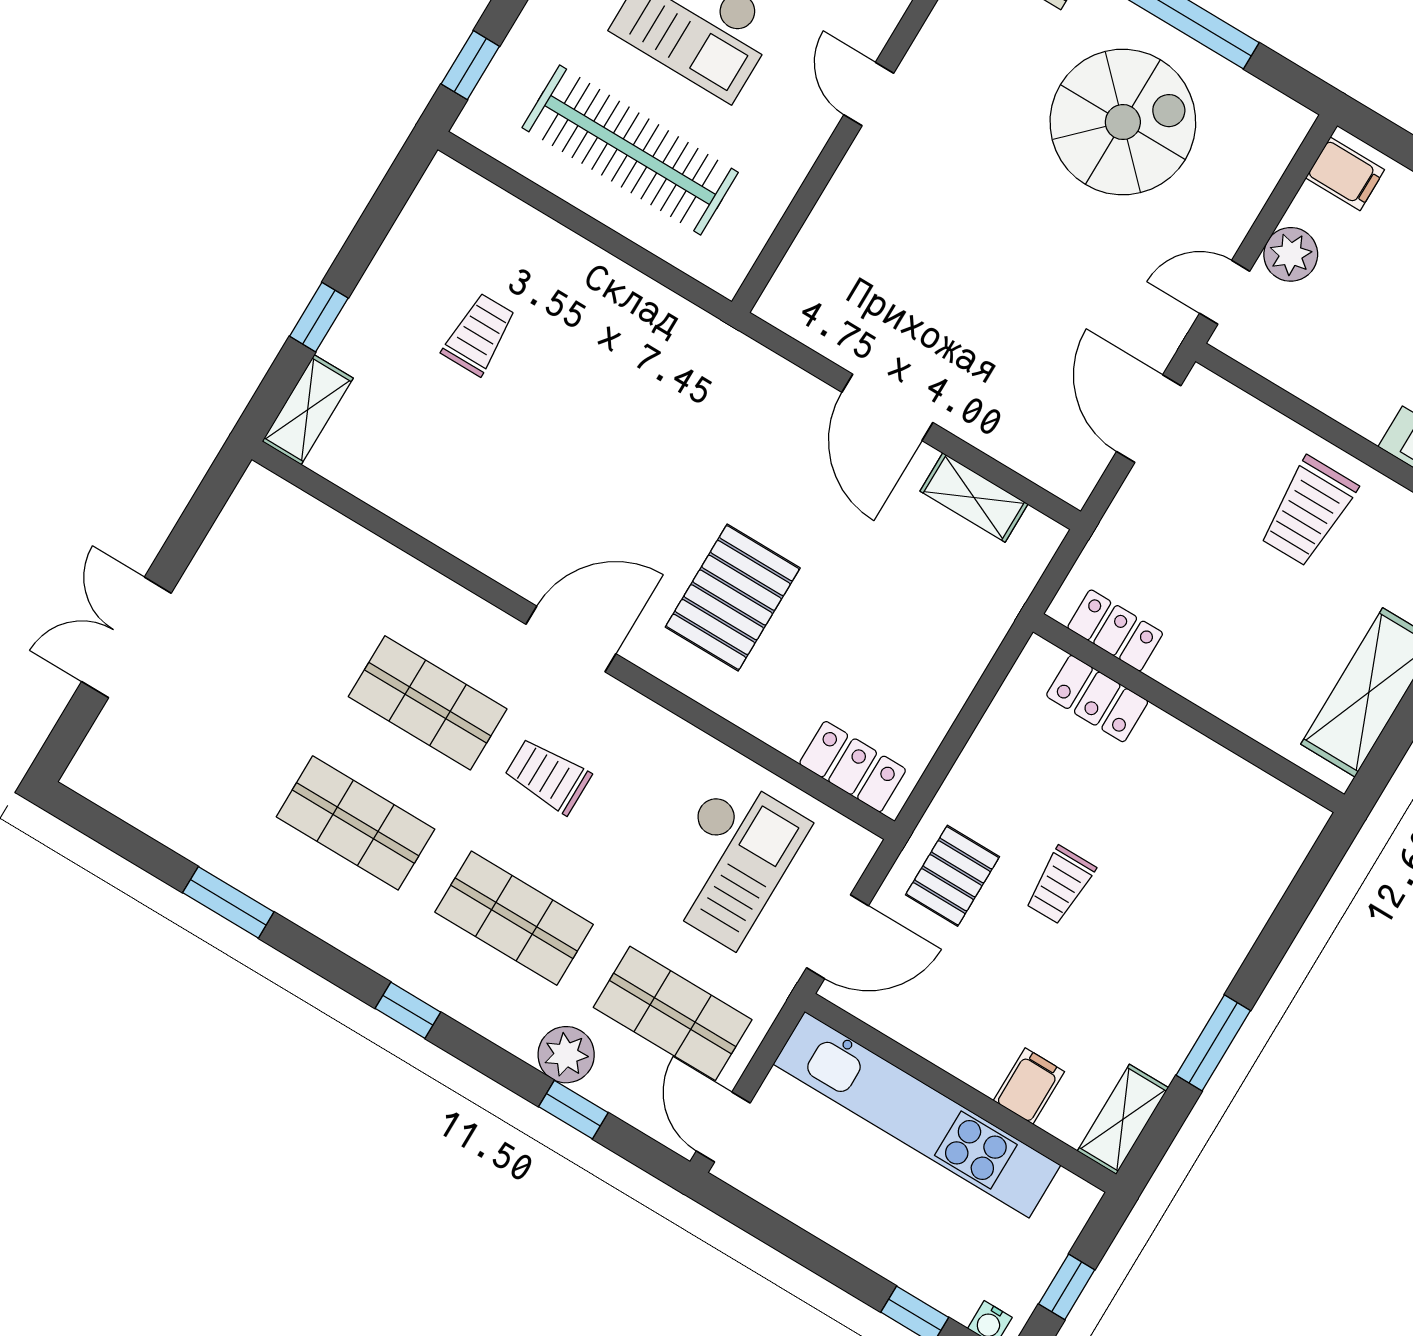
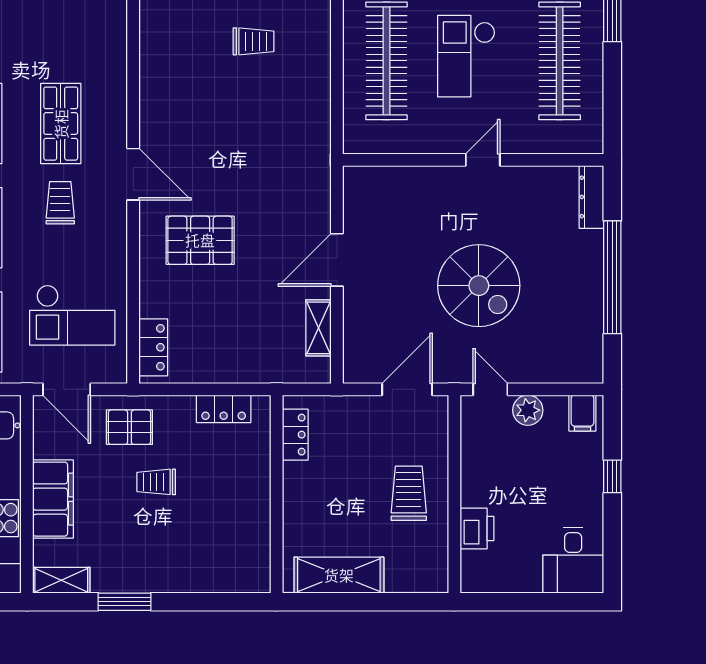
spiral stairs: (1123, 122) -> (479, 286), moved
trolley: (1308, 511) -> (409, 493), turned 90
locker: (1097, 699) -> (224, 409), moved, turned -90
filing cabinet: (1029, 1086) -> (53, 499), width x3.00, depth x1.17

